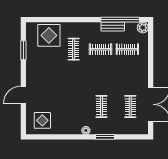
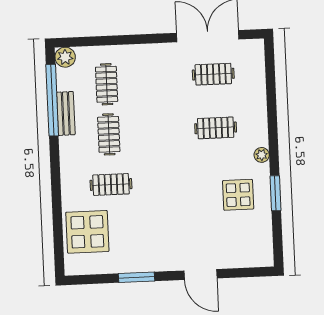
window: (23, 50) -> (137, 277), moved
display table: (42, 120) -> (238, 195), moved
window: (105, 137) -> (275, 193), moved

